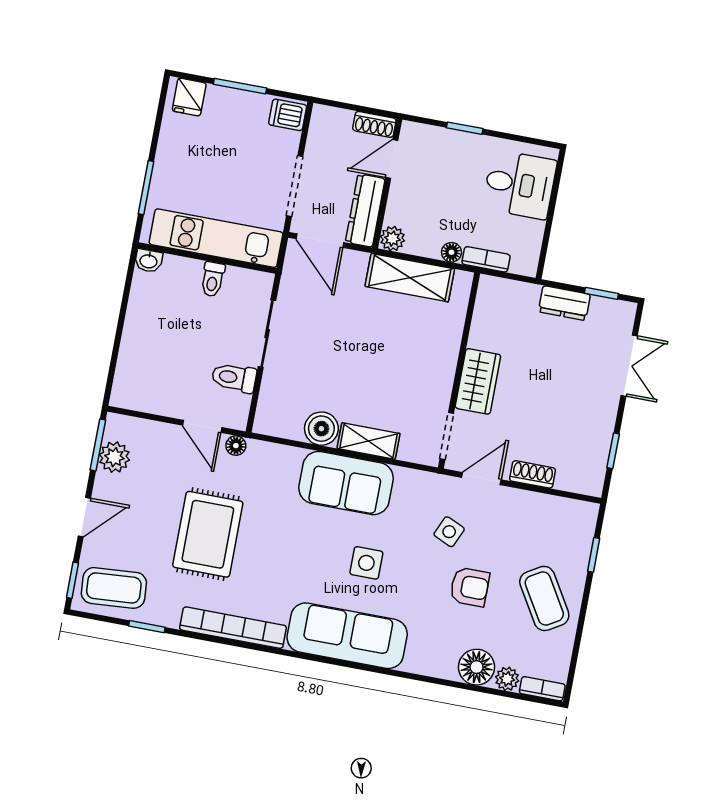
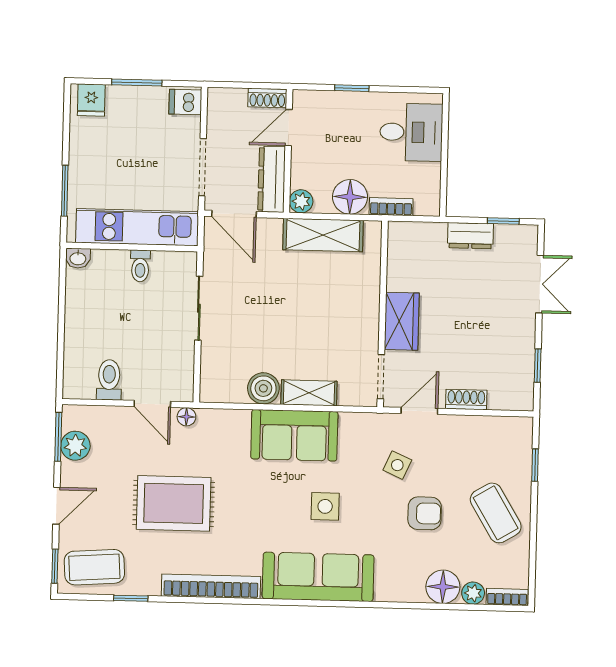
floor lamp: (451, 252) -> (350, 197), width x1.89, depth x1.89
toilet: (234, 378) -> (109, 380), moved, turned 90
rug: (208, 534) -> (174, 503), turned 90

